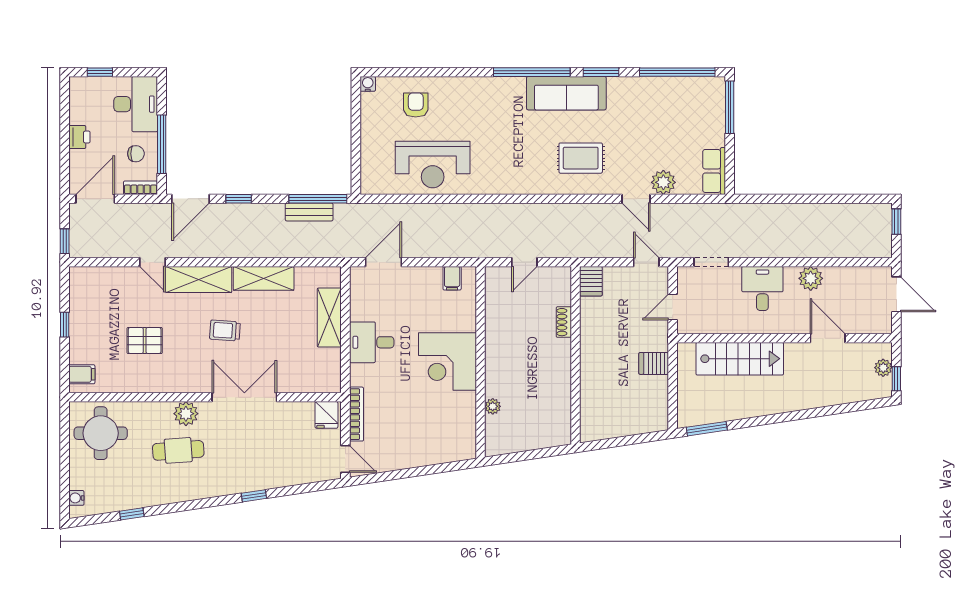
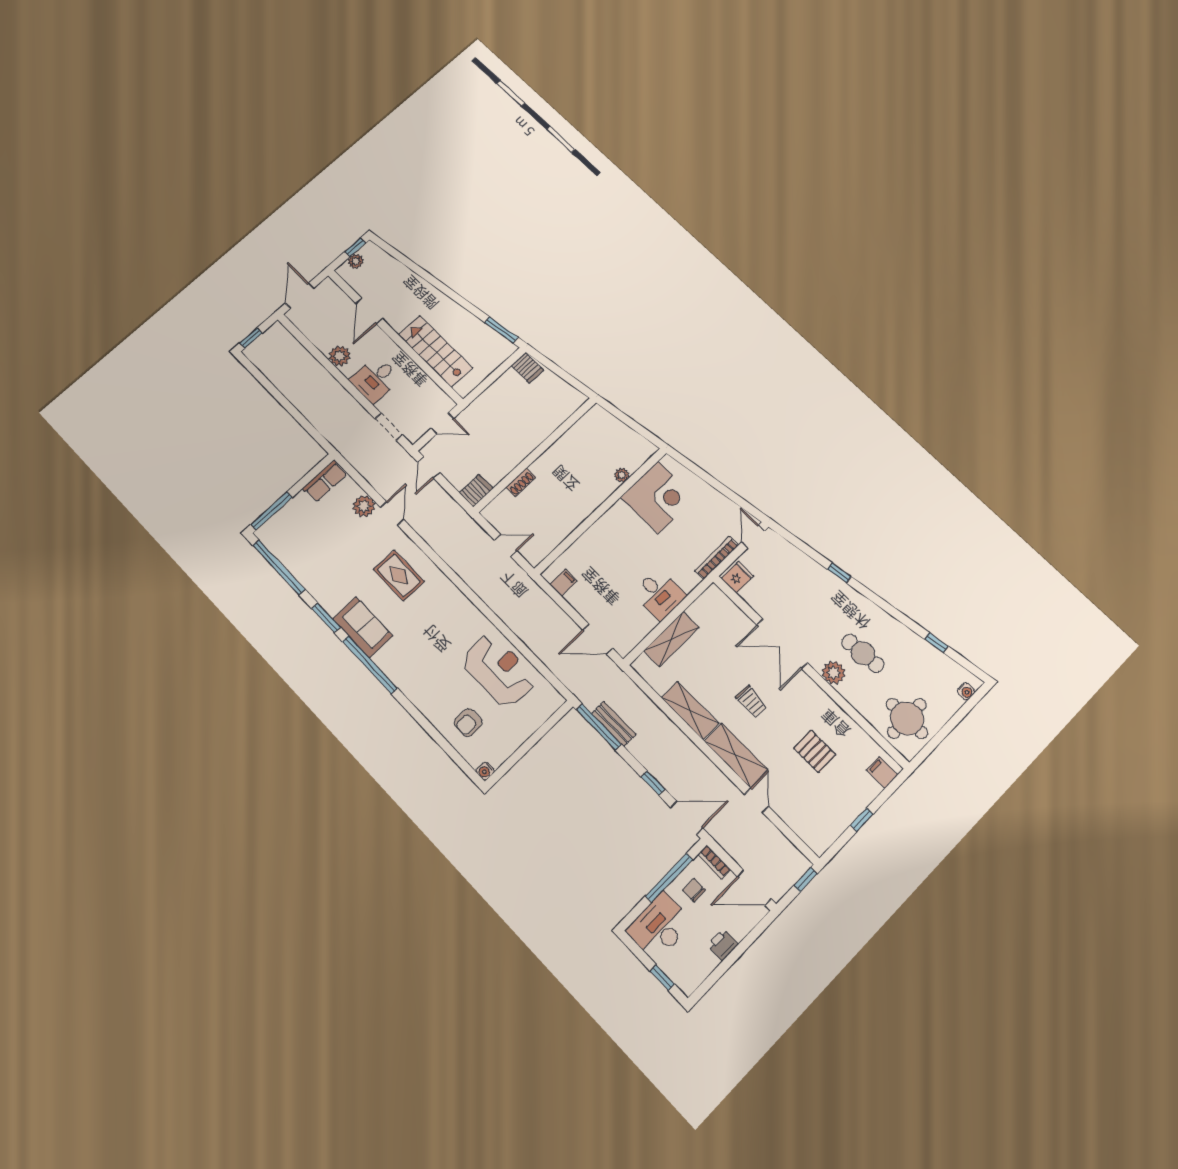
sofa: (566, 93) -> (363, 627), width x0.73
corner desk: (447, 361) -> (658, 497), moved
server rack: (654, 363) -> (527, 368), moved

